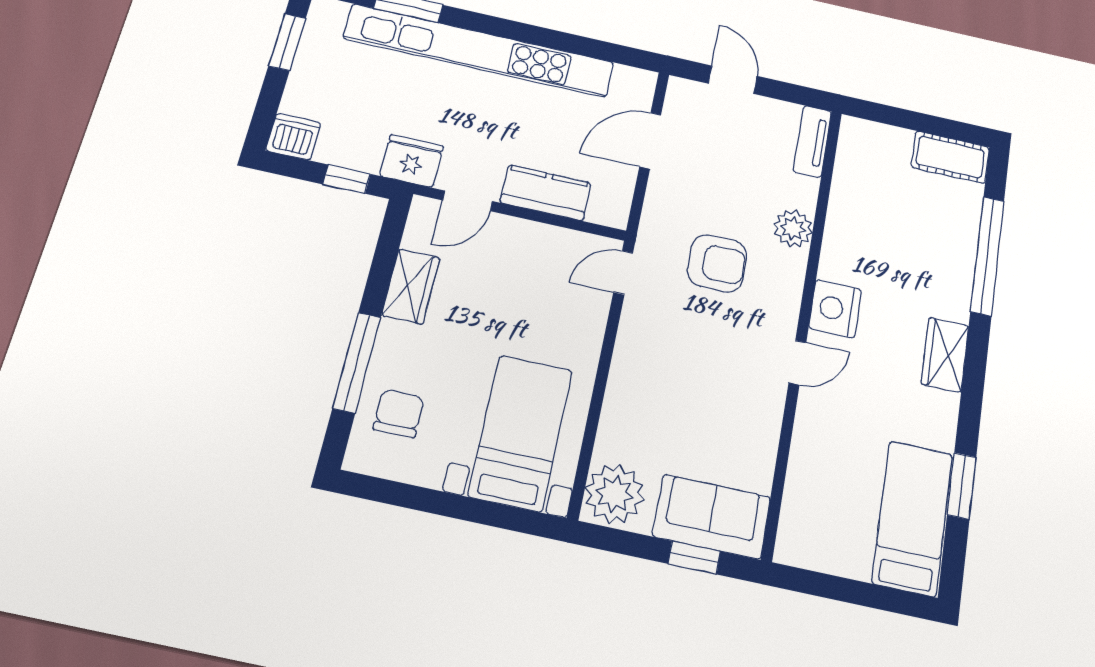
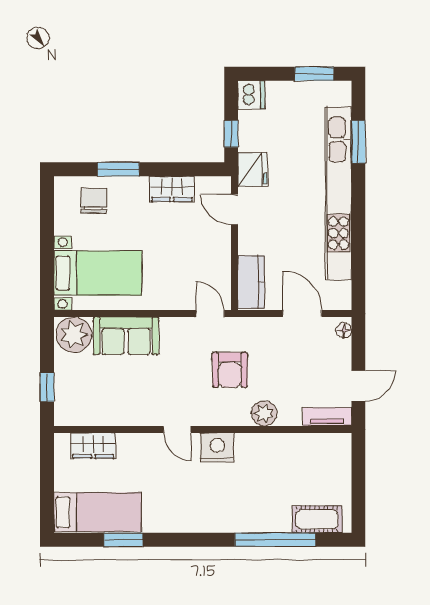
door: (733, 80) -> (358, 386), moved
floor lamp: (687, 90) -> (344, 330), added
cot: (950, 157) -> (317, 519), moved, turned 90
kitchen counter: (546, 193) -> (251, 282), moved
wardrobe: (945, 355) -> (93, 446), moved, turned 180
window: (357, 362) -> (118, 169), width x0.69
chair: (399, 413) -> (94, 201), turned -90
sofa: (712, 517) -> (126, 336), moved, turned 90

